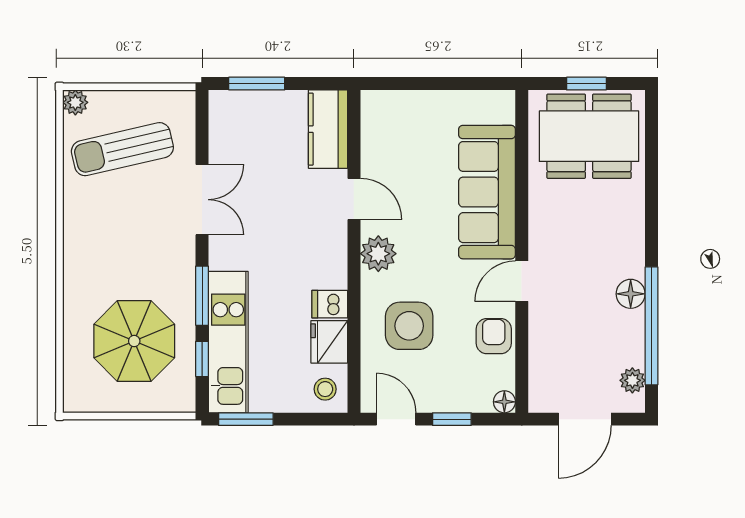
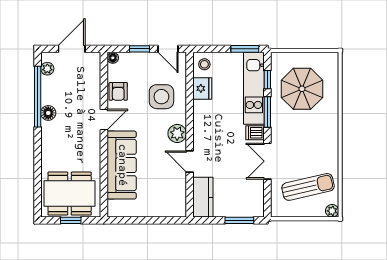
dishwasher: (330, 304) -> (255, 133), moved, turned 180

